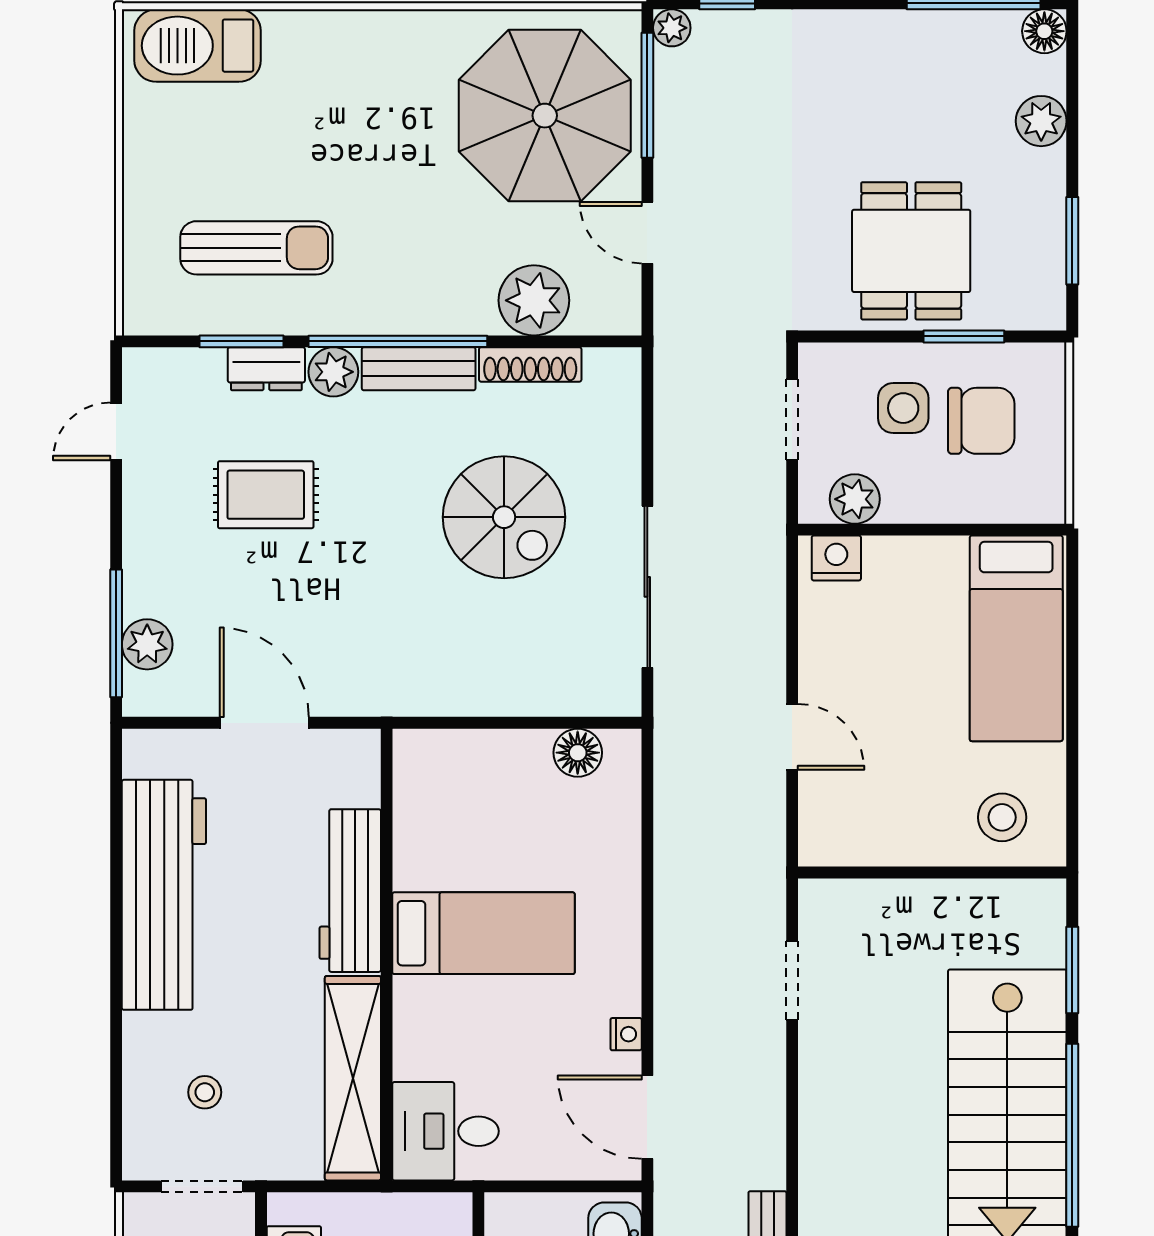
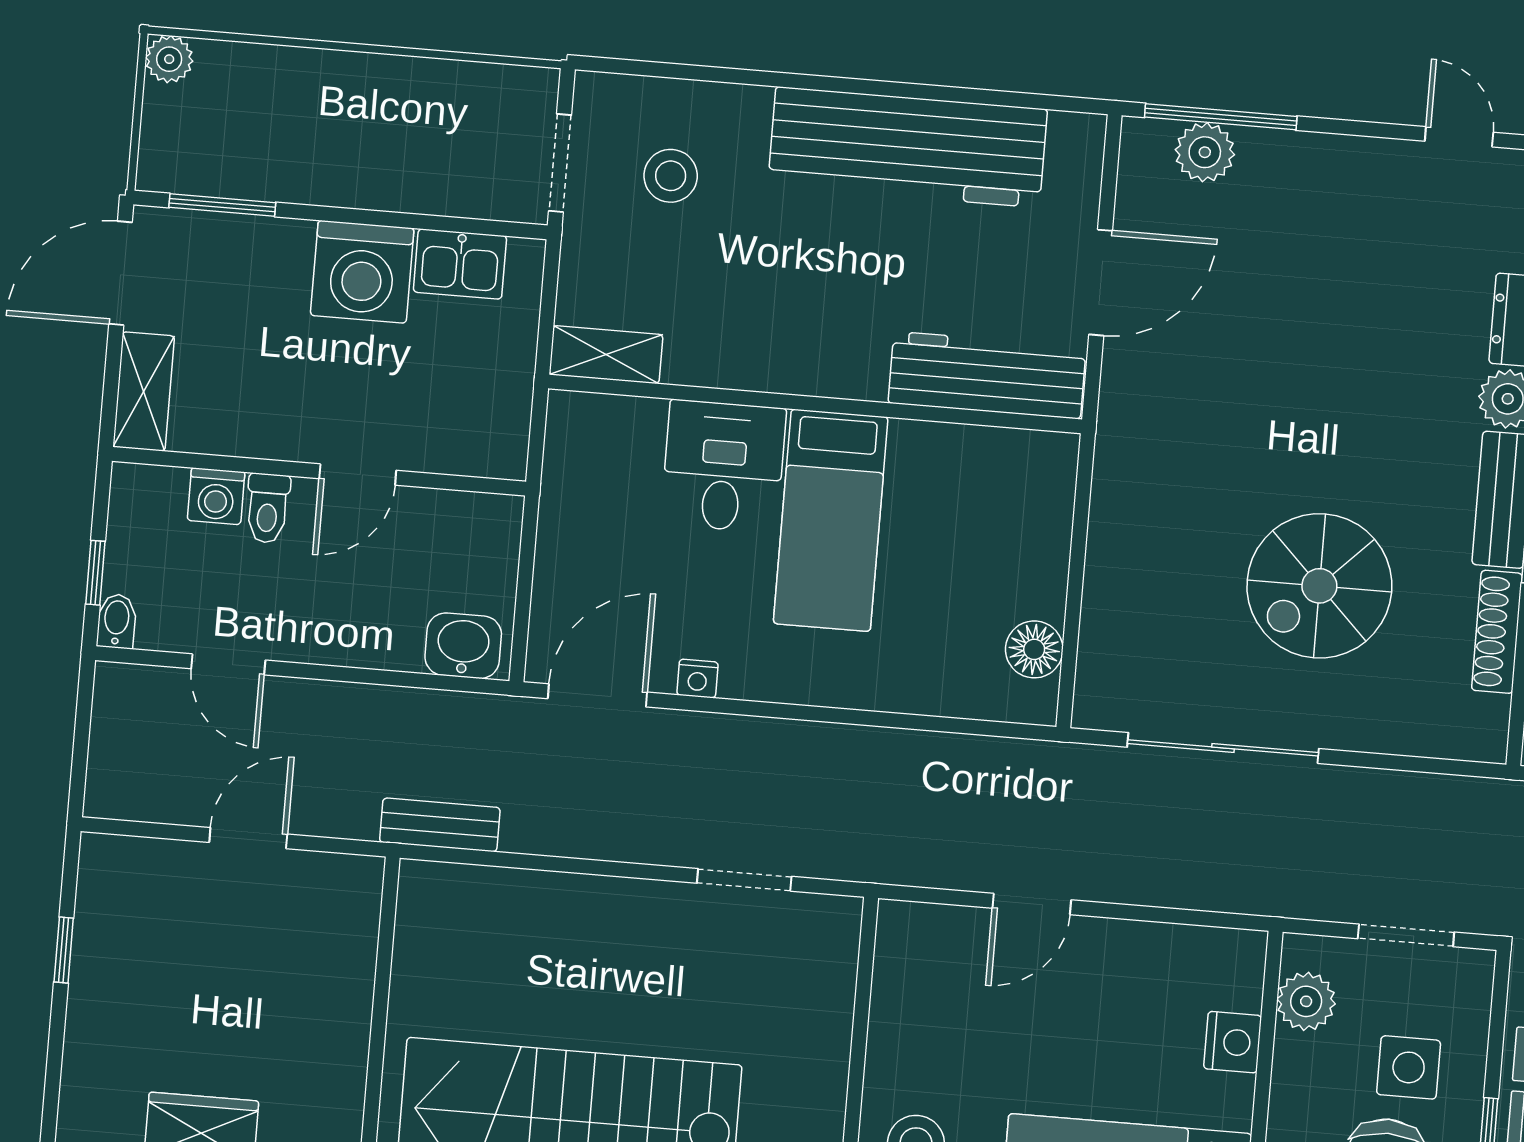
rug: (266, 495) -> (1370, 307), removed
nightstand: (836, 558) -> (1233, 1042), moved
workbench: (350, 891) -> (987, 375), moved
shelving: (353, 1078) -> (606, 355), width x0.45, depth x0.75
stool: (205, 1092) -> (671, 176), width x1.37, depth x1.37
desk: (446, 1131) -> (723, 466), moved

